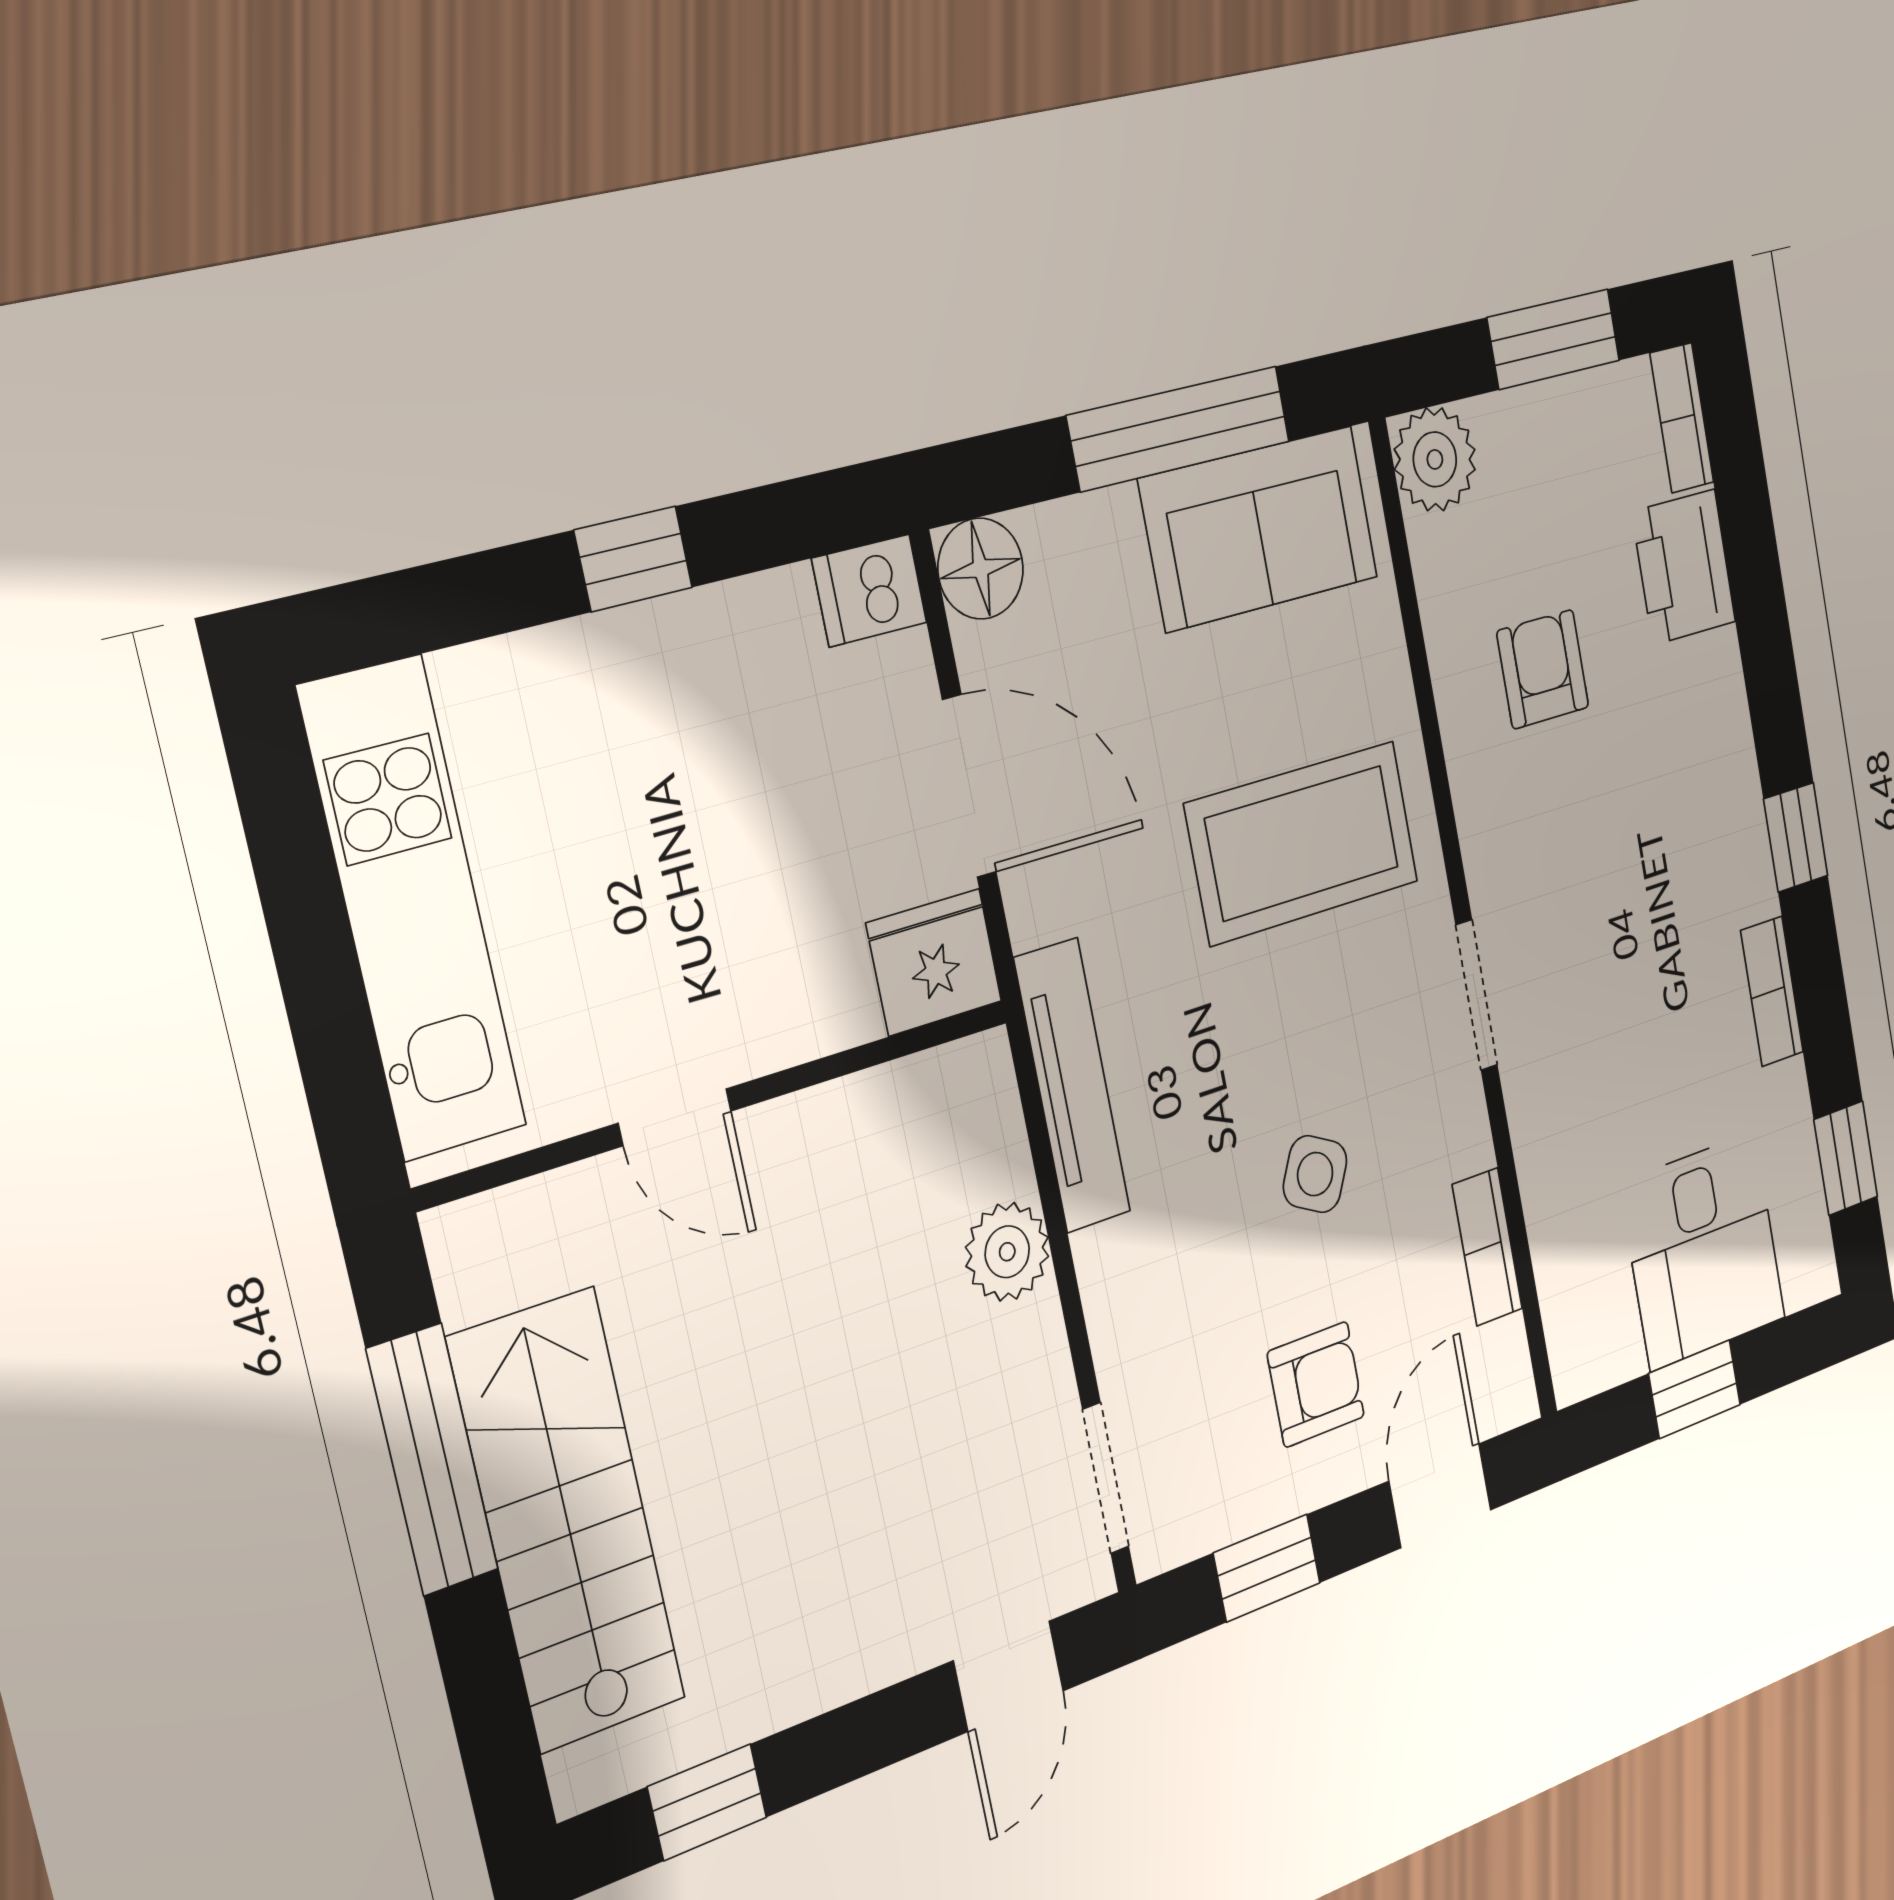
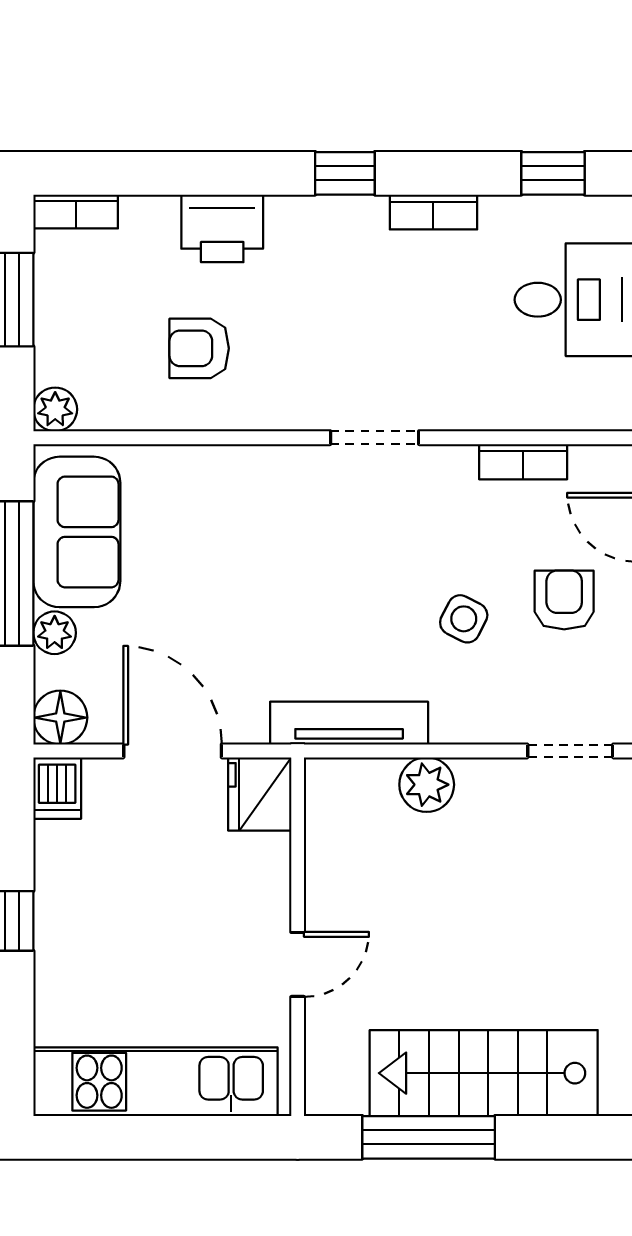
plant: (1435, 459) -> (55, 409), width x0.73, depth x0.73
plant: (1106, 526) -> (55, 633), added
printer: (1684, 567) -> (222, 228), moved
door: (969, 786) -> (173, 751), hinge flipped
coffee table: (1302, 843) -> (256, 541), removed
side table: (1315, 1174) -> (464, 619), moved

